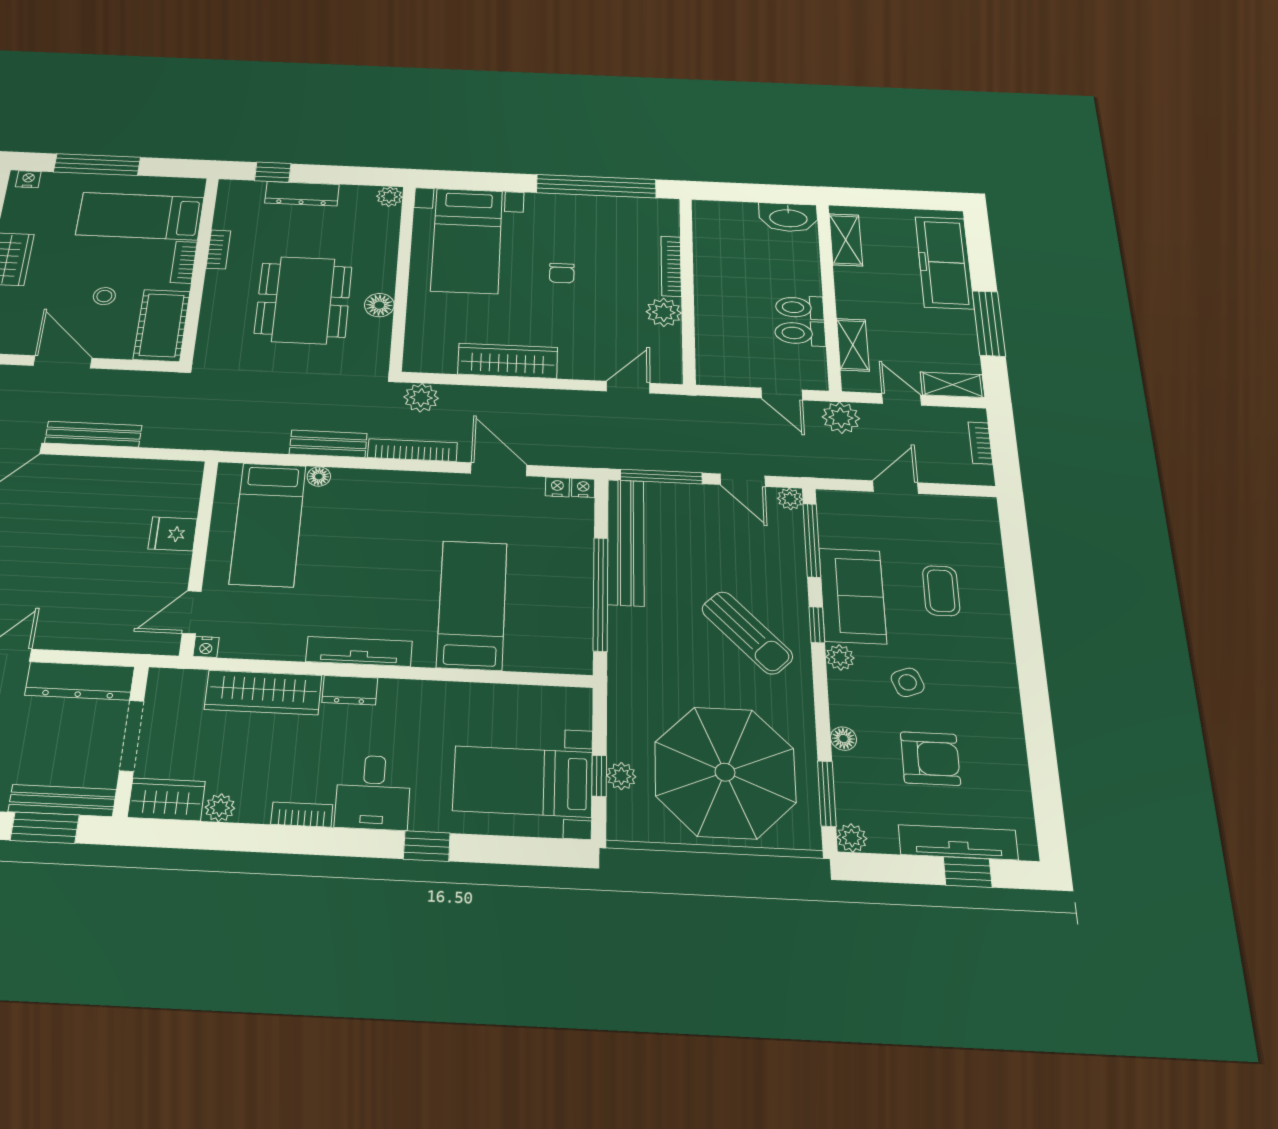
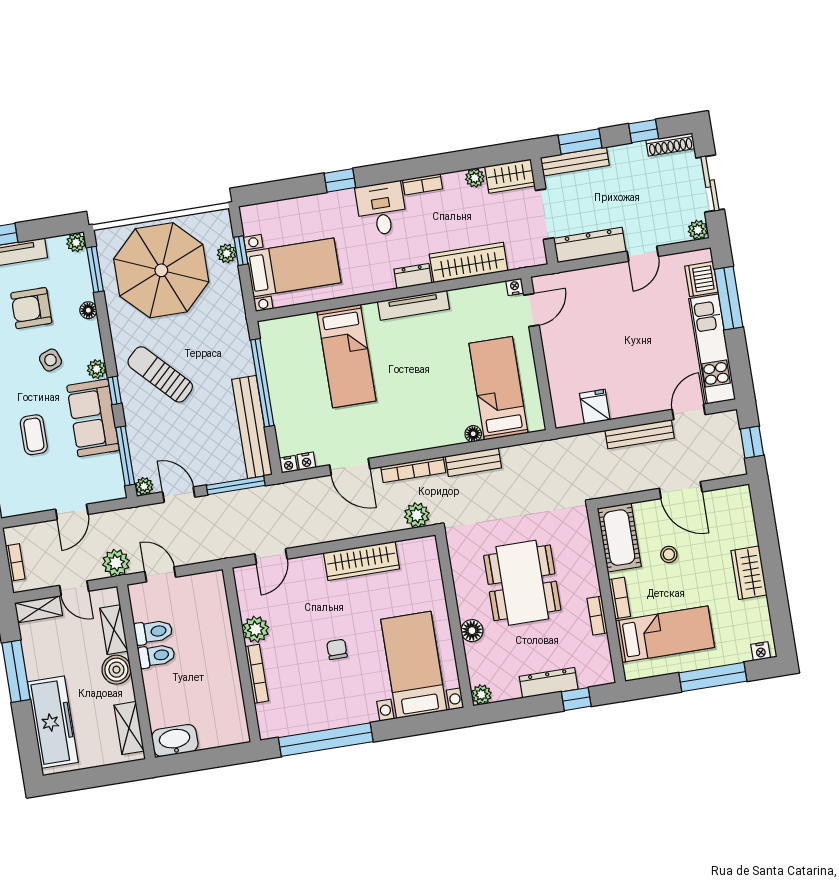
boiler: (855, 302) -> (116, 670), added
floor lamp: (379, 305) -> (472, 631), moved
fridge: (173, 534) -> (595, 407), moved, turned -90
bed with nightstands: (523, 781) -> (293, 267), moved

